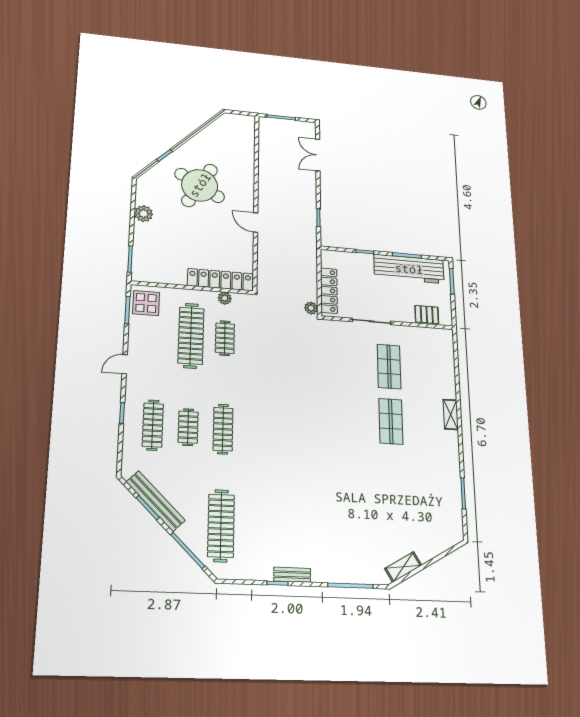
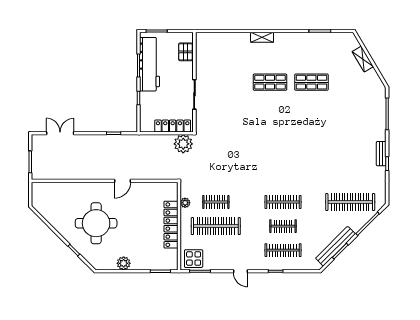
double door: (318, 155) -> (60, 133), swing flipped
round table: (200, 185) -> (96, 223), turned -30
locker: (220, 280) -> (171, 225), moved
plant: (311, 308) -> (183, 144), width x1.88, depth x1.88
shop shelf: (389, 366) -> (311, 82), moved
shelving: (403, 567) -> (363, 59), moved

